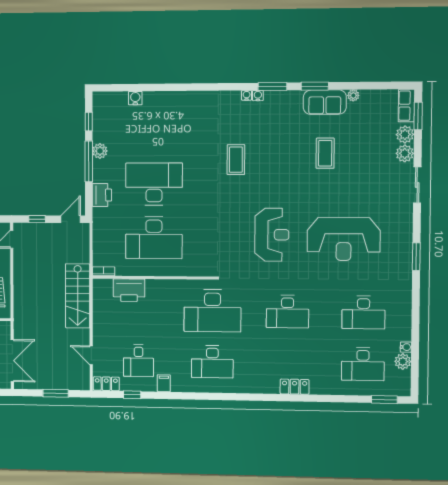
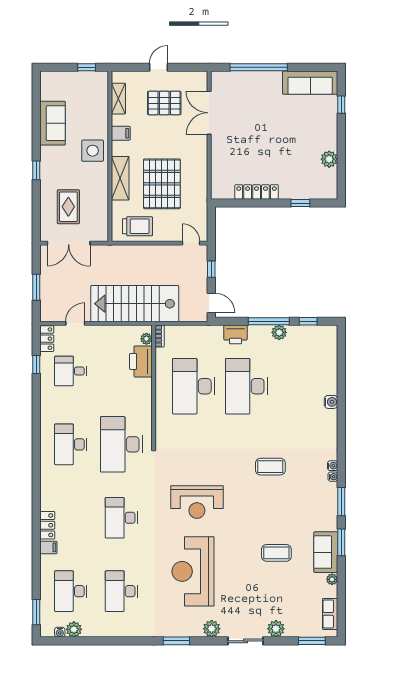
water cooler: (258, 96) -> (333, 466), moved
water cooler: (135, 98) -> (331, 402), moved
row of seats: (406, 106) -> (330, 614), moved, turned -90
plant: (405, 134) -> (212, 629), moved
desk: (154, 184) -> (246, 386), turned 180
plant: (106, 285) -> (146, 339), added
stairs: (78, 296) -> (135, 304), width x1.36, depth x1.51
water cooler: (406, 347) -> (60, 632), moved
filing cabinet: (164, 383) -> (48, 547), moved

